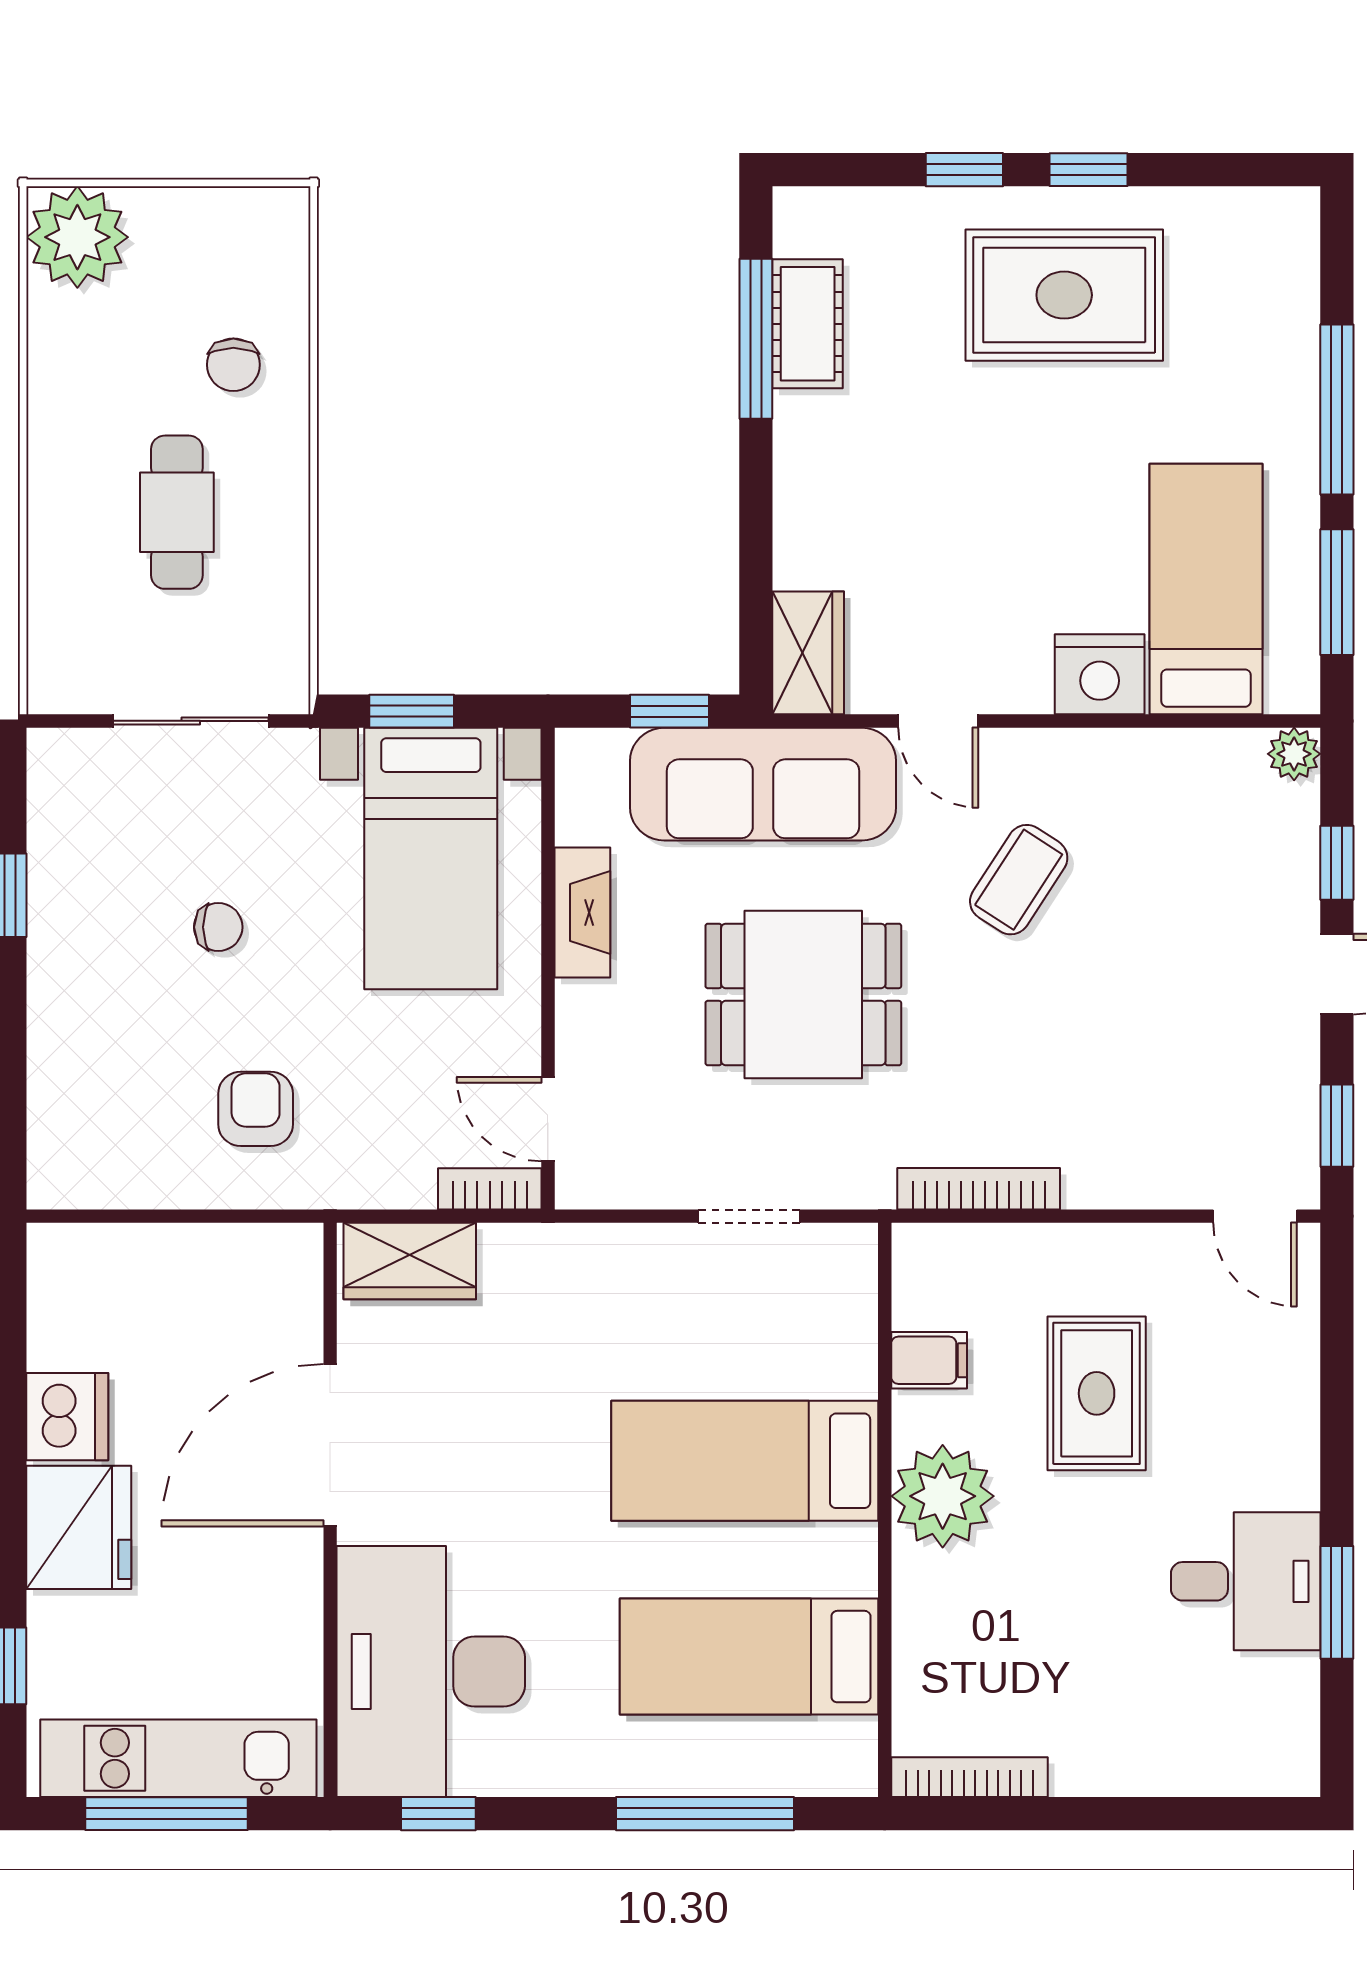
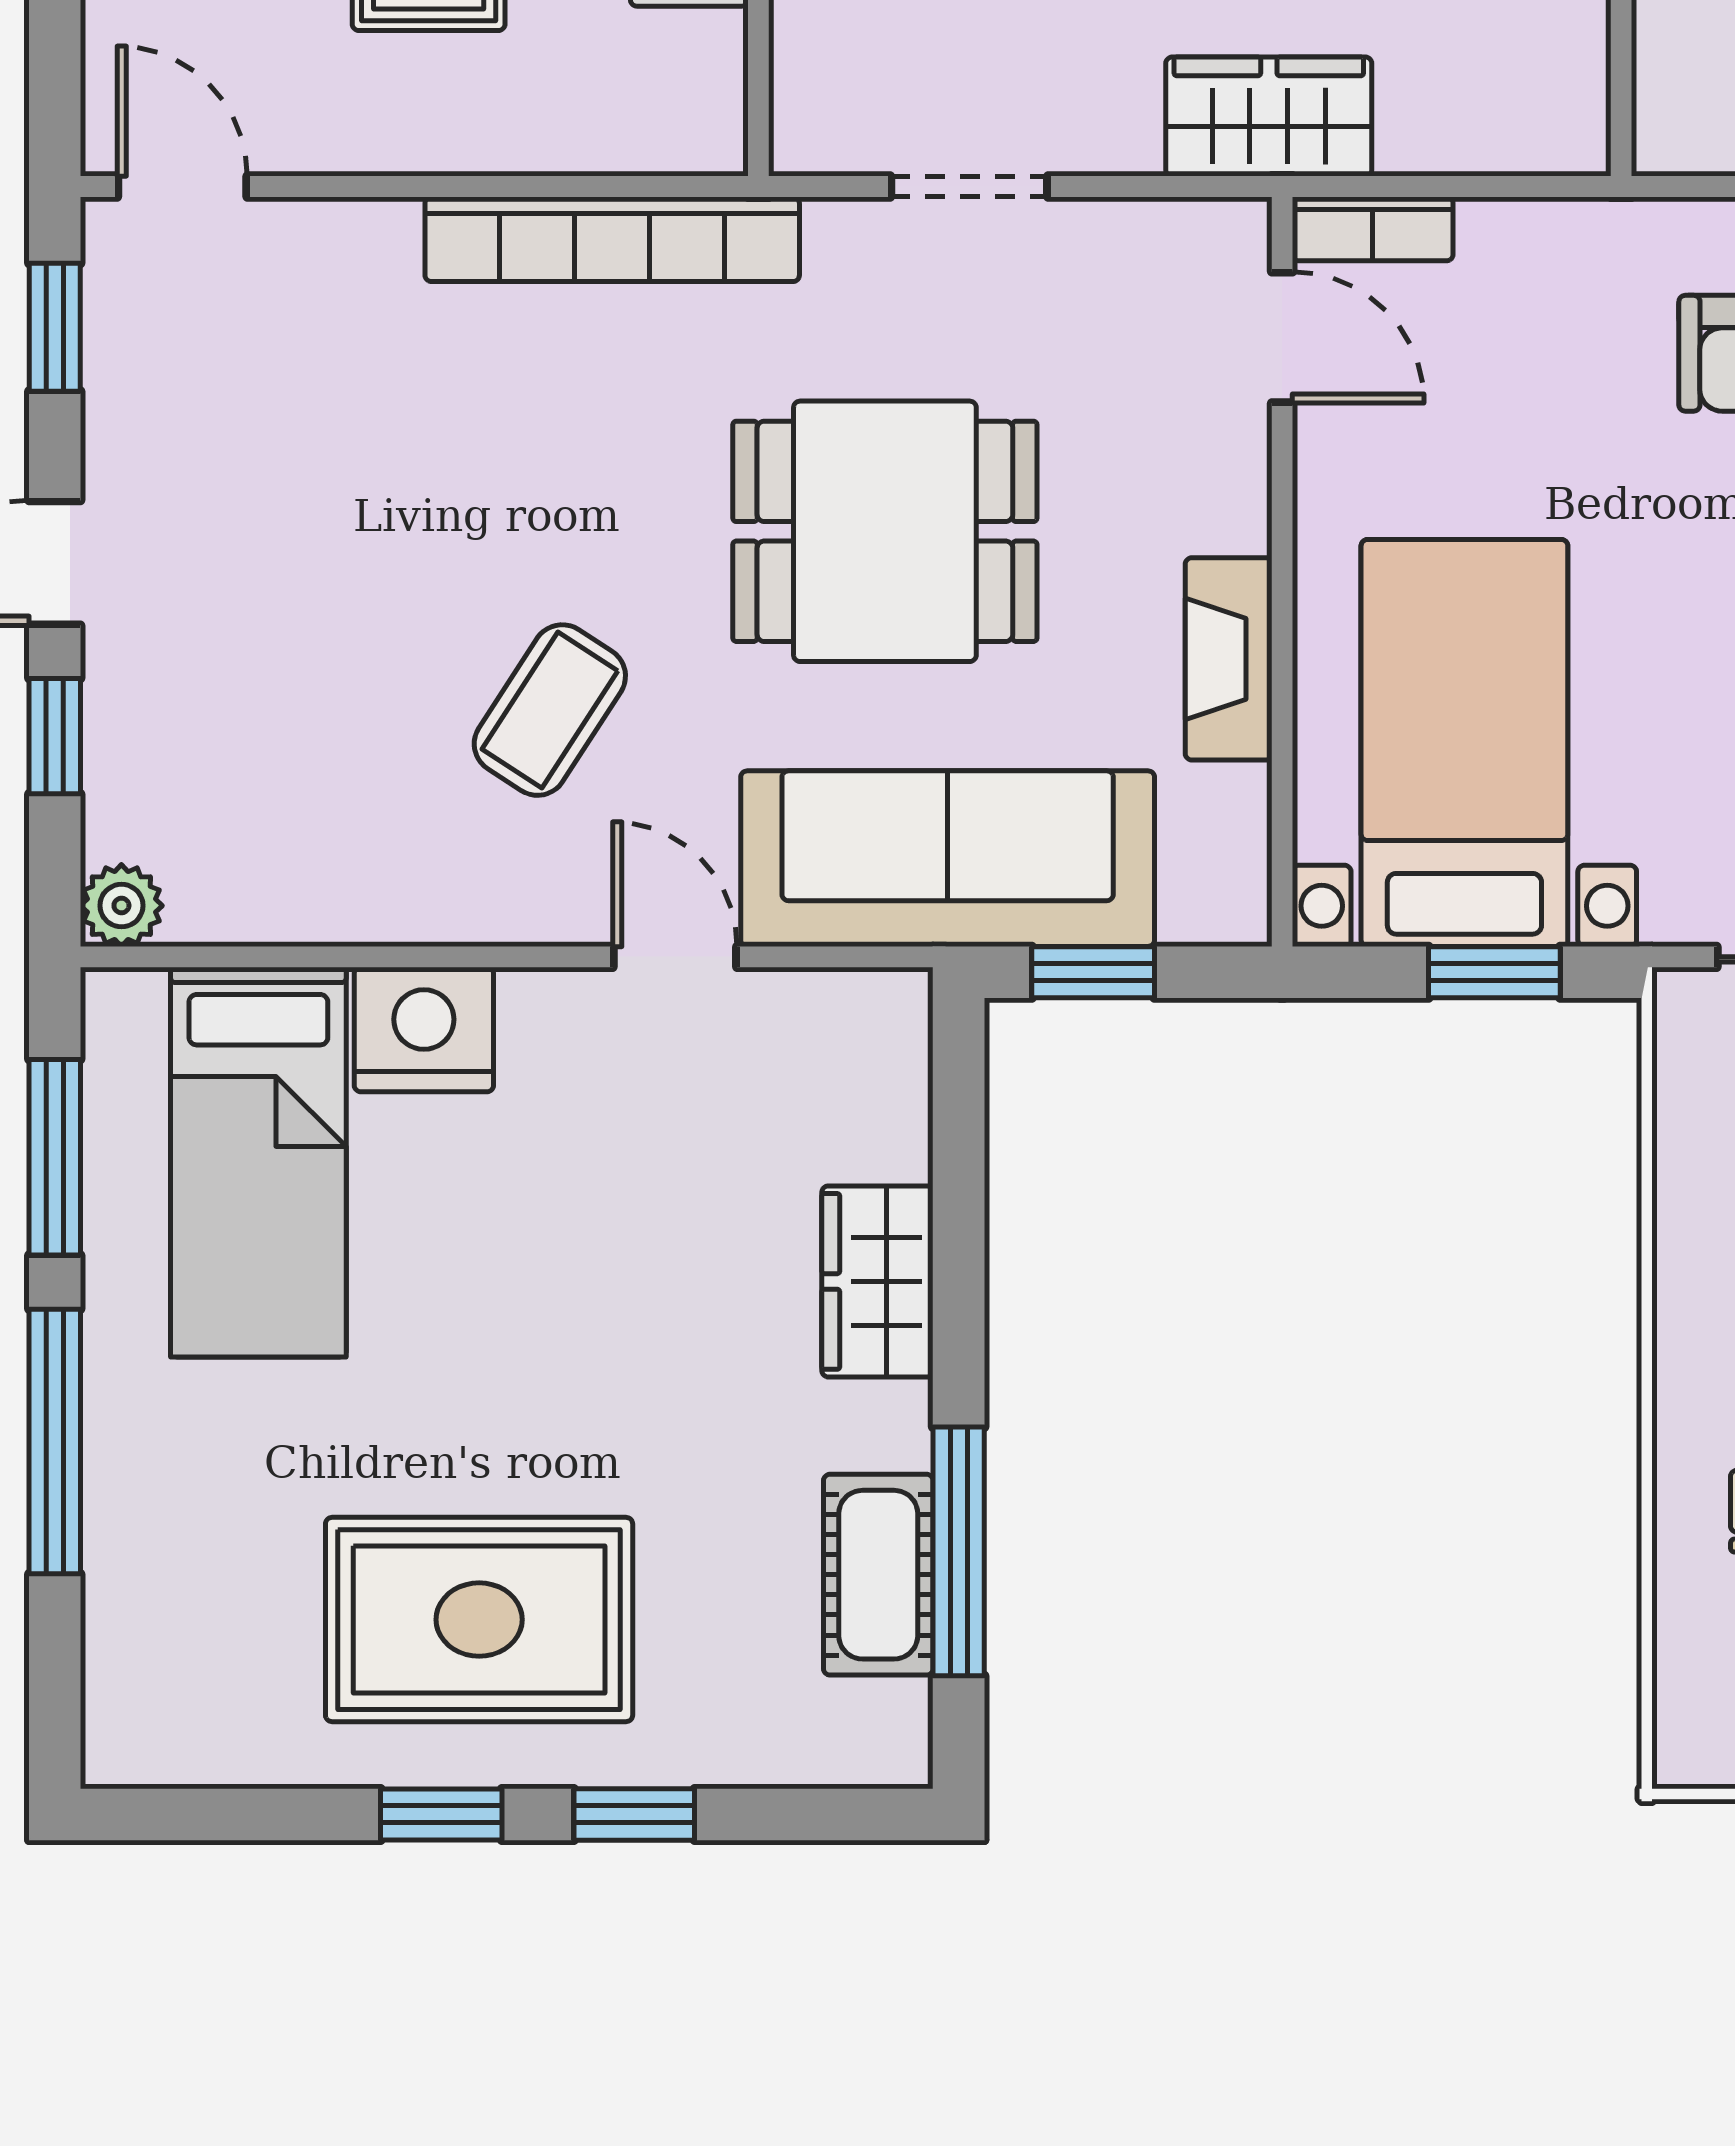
wardrobe: (808, 653) -> (877, 1281), moved
bookcase: (979, 1189) -> (612, 239), width x1.48, depth x1.31
wardrobe: (410, 1261) -> (1269, 117), moved

